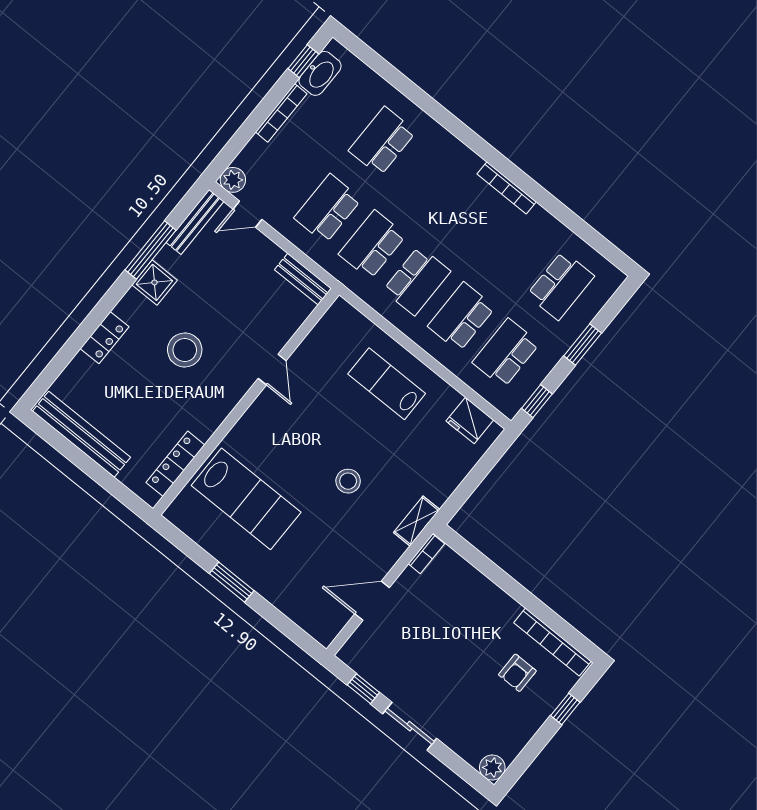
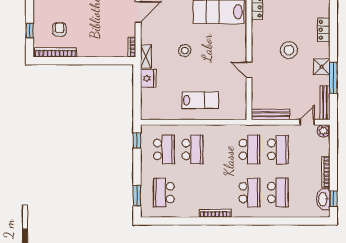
bench: (303, 279) -> (270, 114), width x1.36
school desk: (417, 281) -> (249, 193), moved, turned 180
window: (583, 345) -> (137, 196), moved
fridge: (470, 421) -> (148, 78), moved, turned 90

